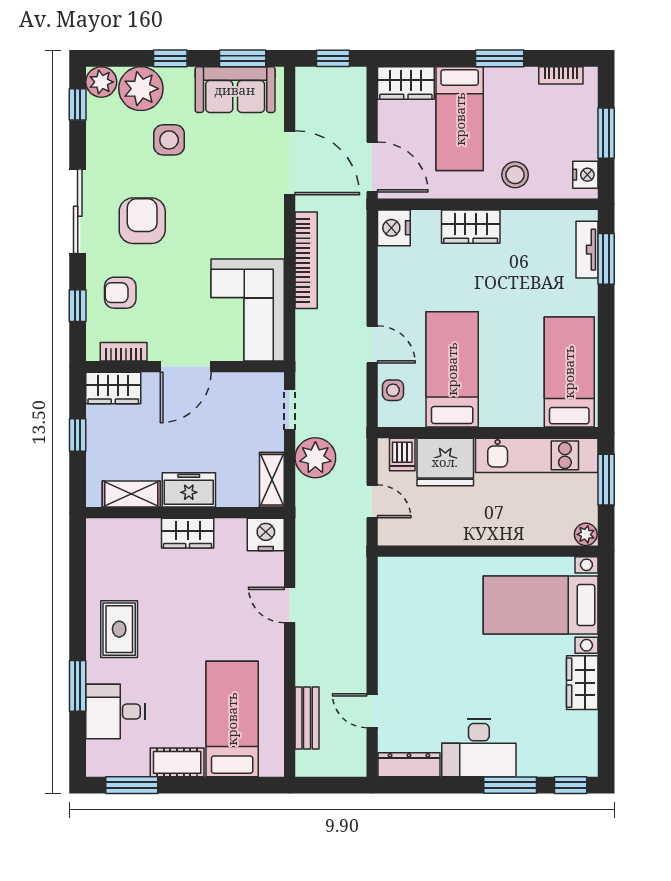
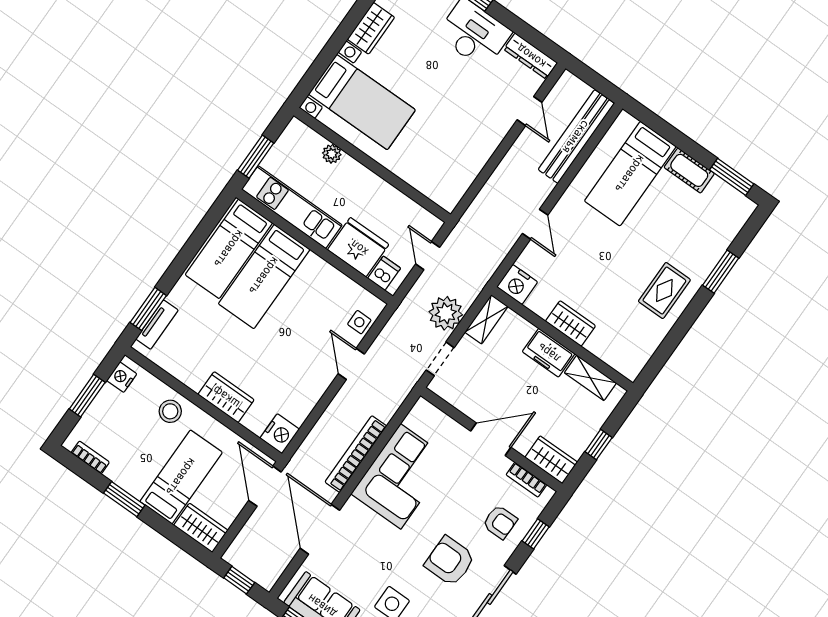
armchair: (142, 221) -> (450, 561), turned 90
corner sofa: (248, 310) -> (401, 476), moved
bed: (452, 369) -> (264, 276), moved
plant: (586, 534) -> (332, 154), moved
desk: (115, 711) -> (707, 236), removed
bench: (307, 718) -> (576, 137), width x1.86, depth x1.21

